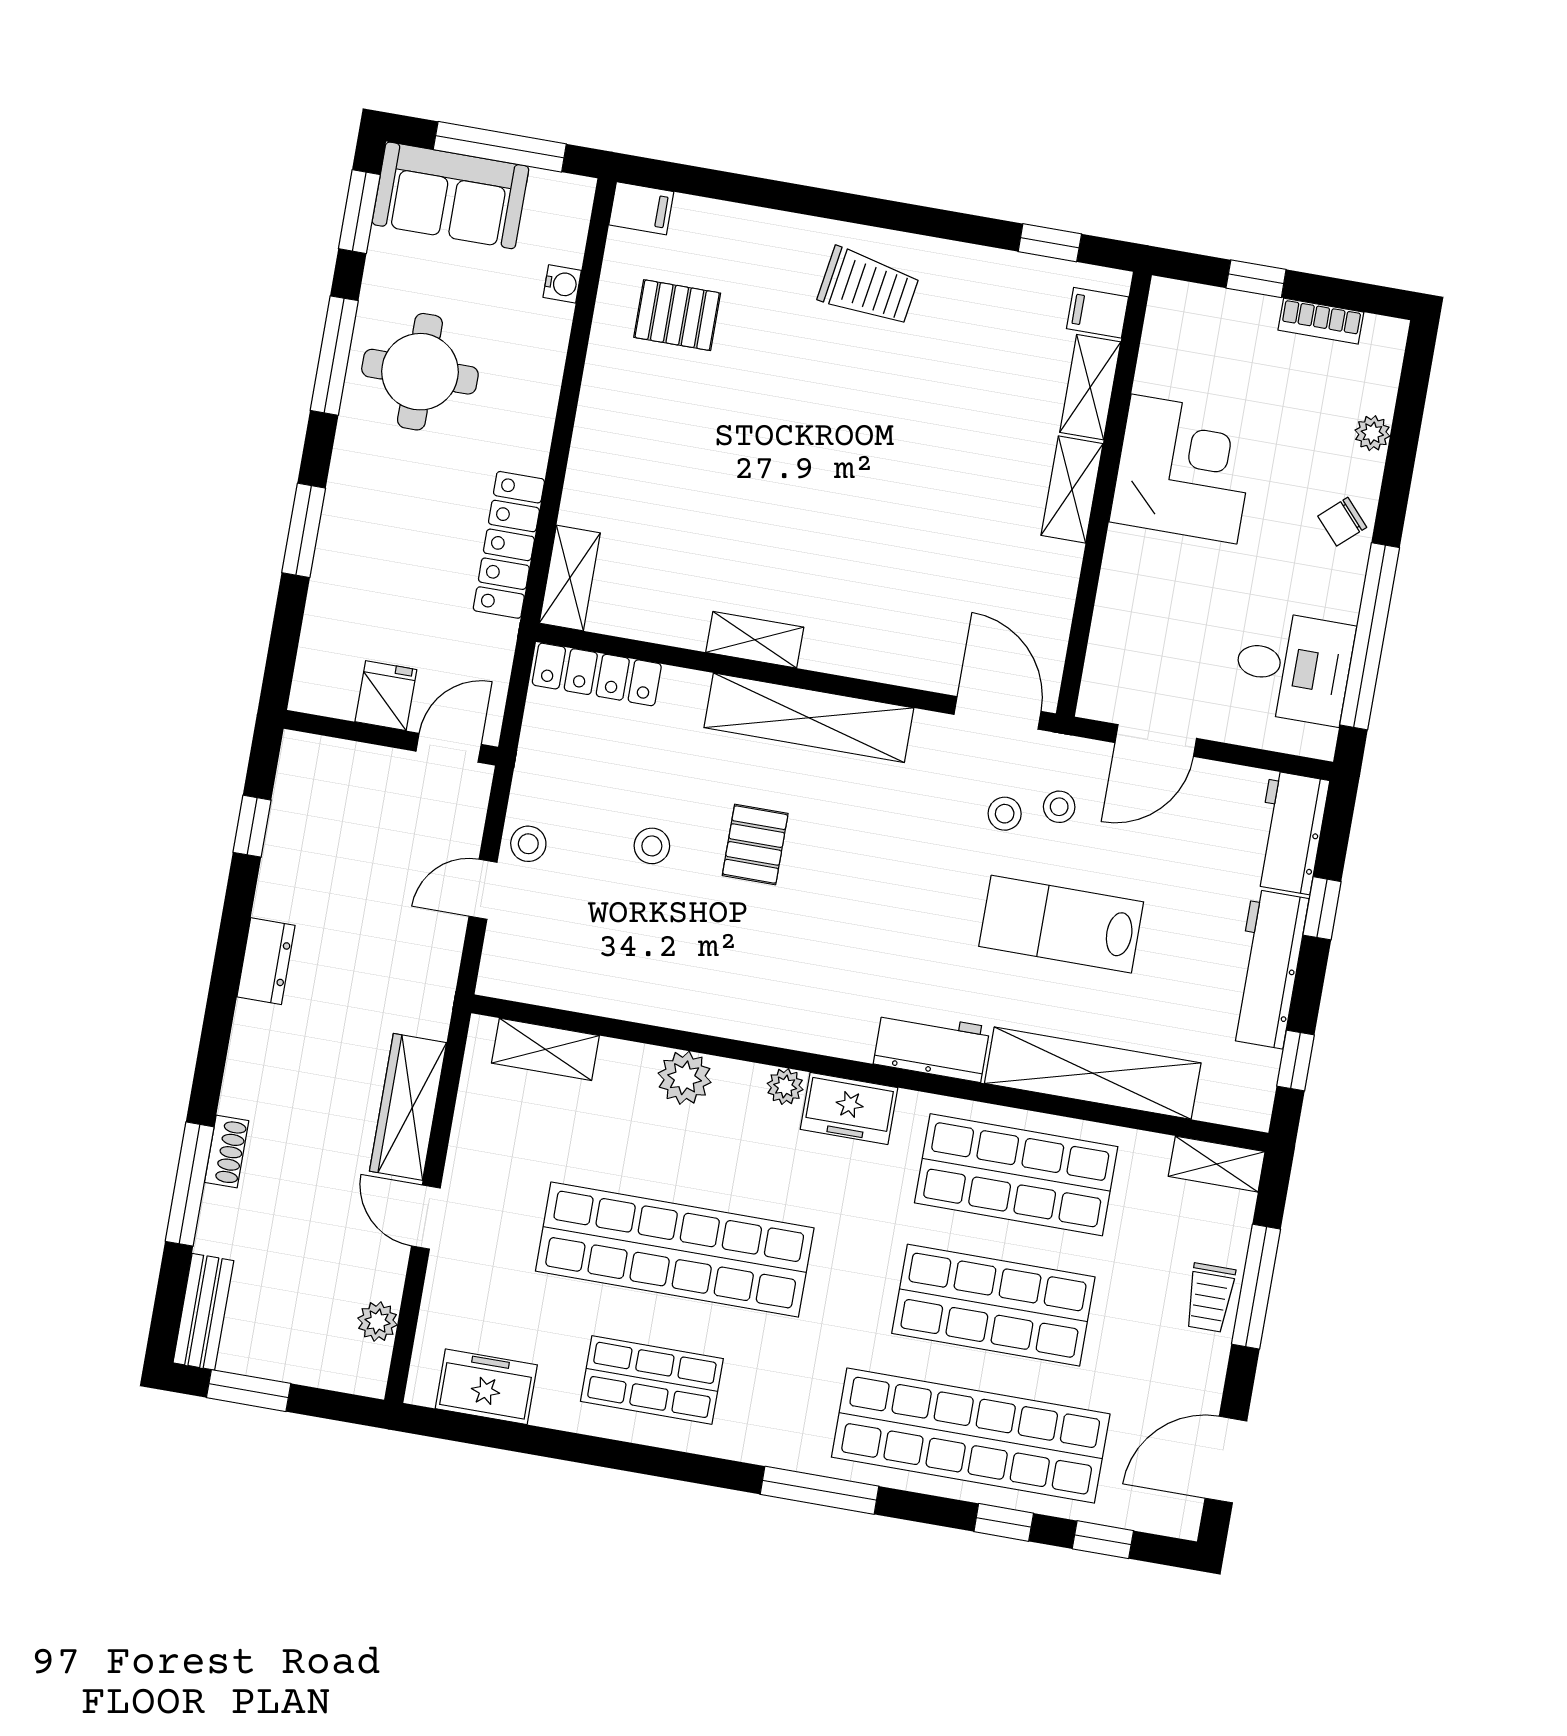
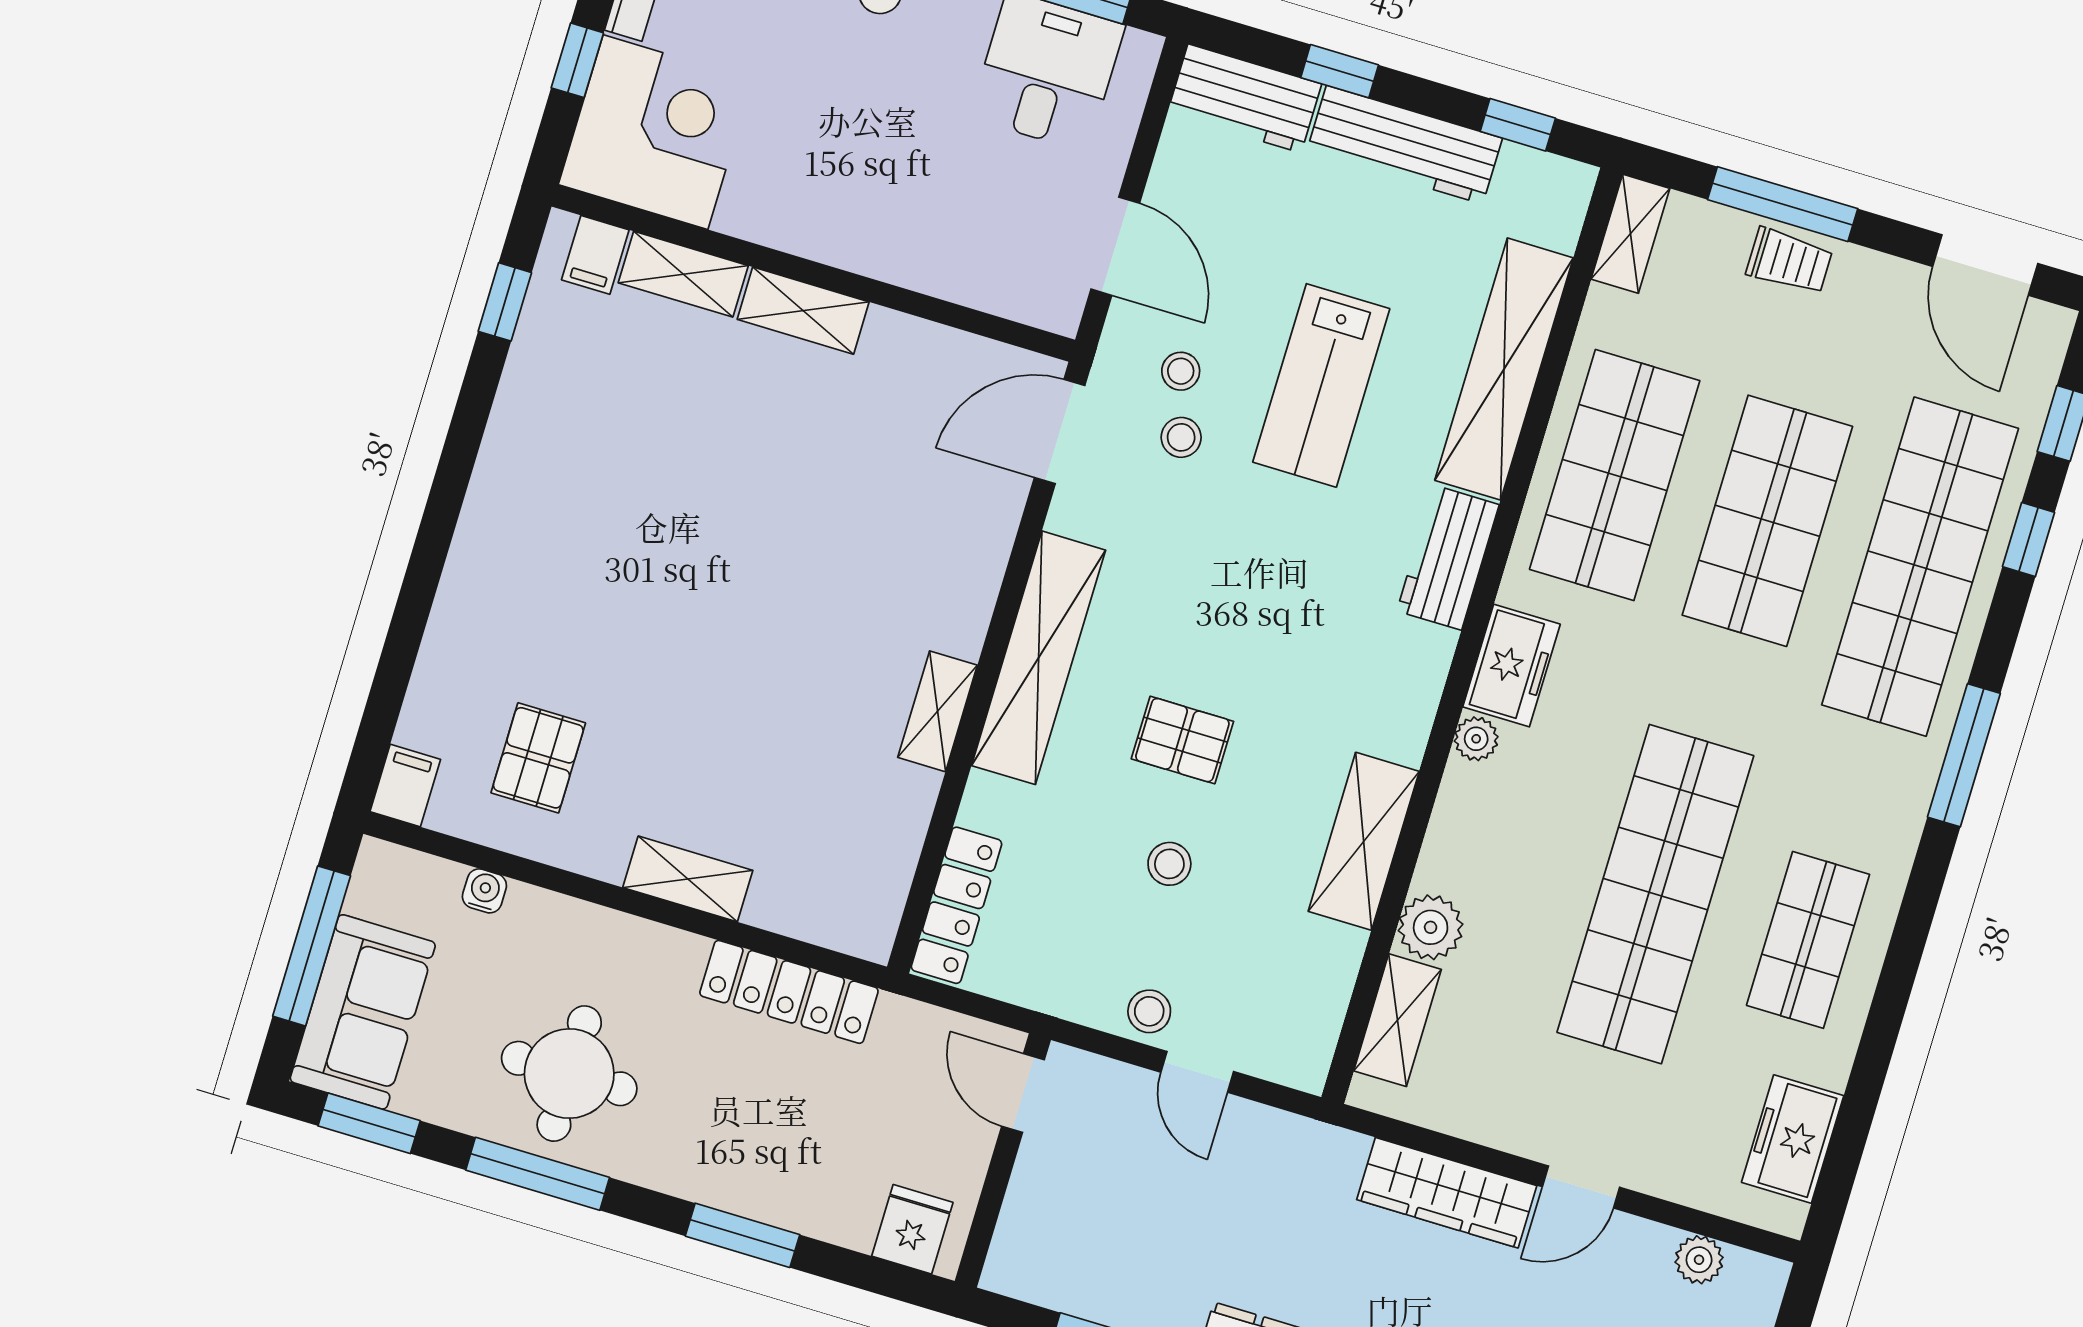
trolley: (869, 287) -> (532, 525), removed
corner desk: (1184, 469) -> (655, 132), moved, turned 90
shelving: (570, 578) -> (688, 879), moved
fridge: (386, 696) -> (912, 1229), moved, turned 90
shelving: (690, 1004) -> (1364, 841), added
plant: (685, 1078) -> (1431, 927), moved

